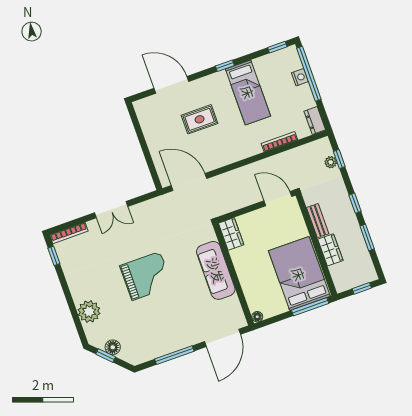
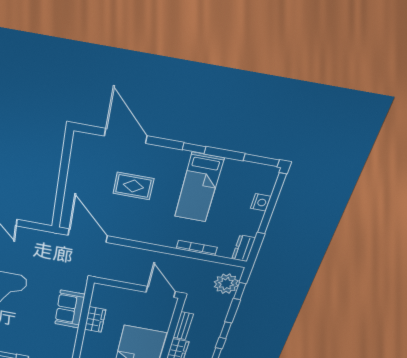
window: (277, 47) -> (261, 160), width x1.50
plant: (331, 162) -> (226, 284), width x1.88, depth x1.88
wardrobe: (231, 234) -> (95, 320), moved
sofa: (216, 270) -> (70, 309), width x0.73

